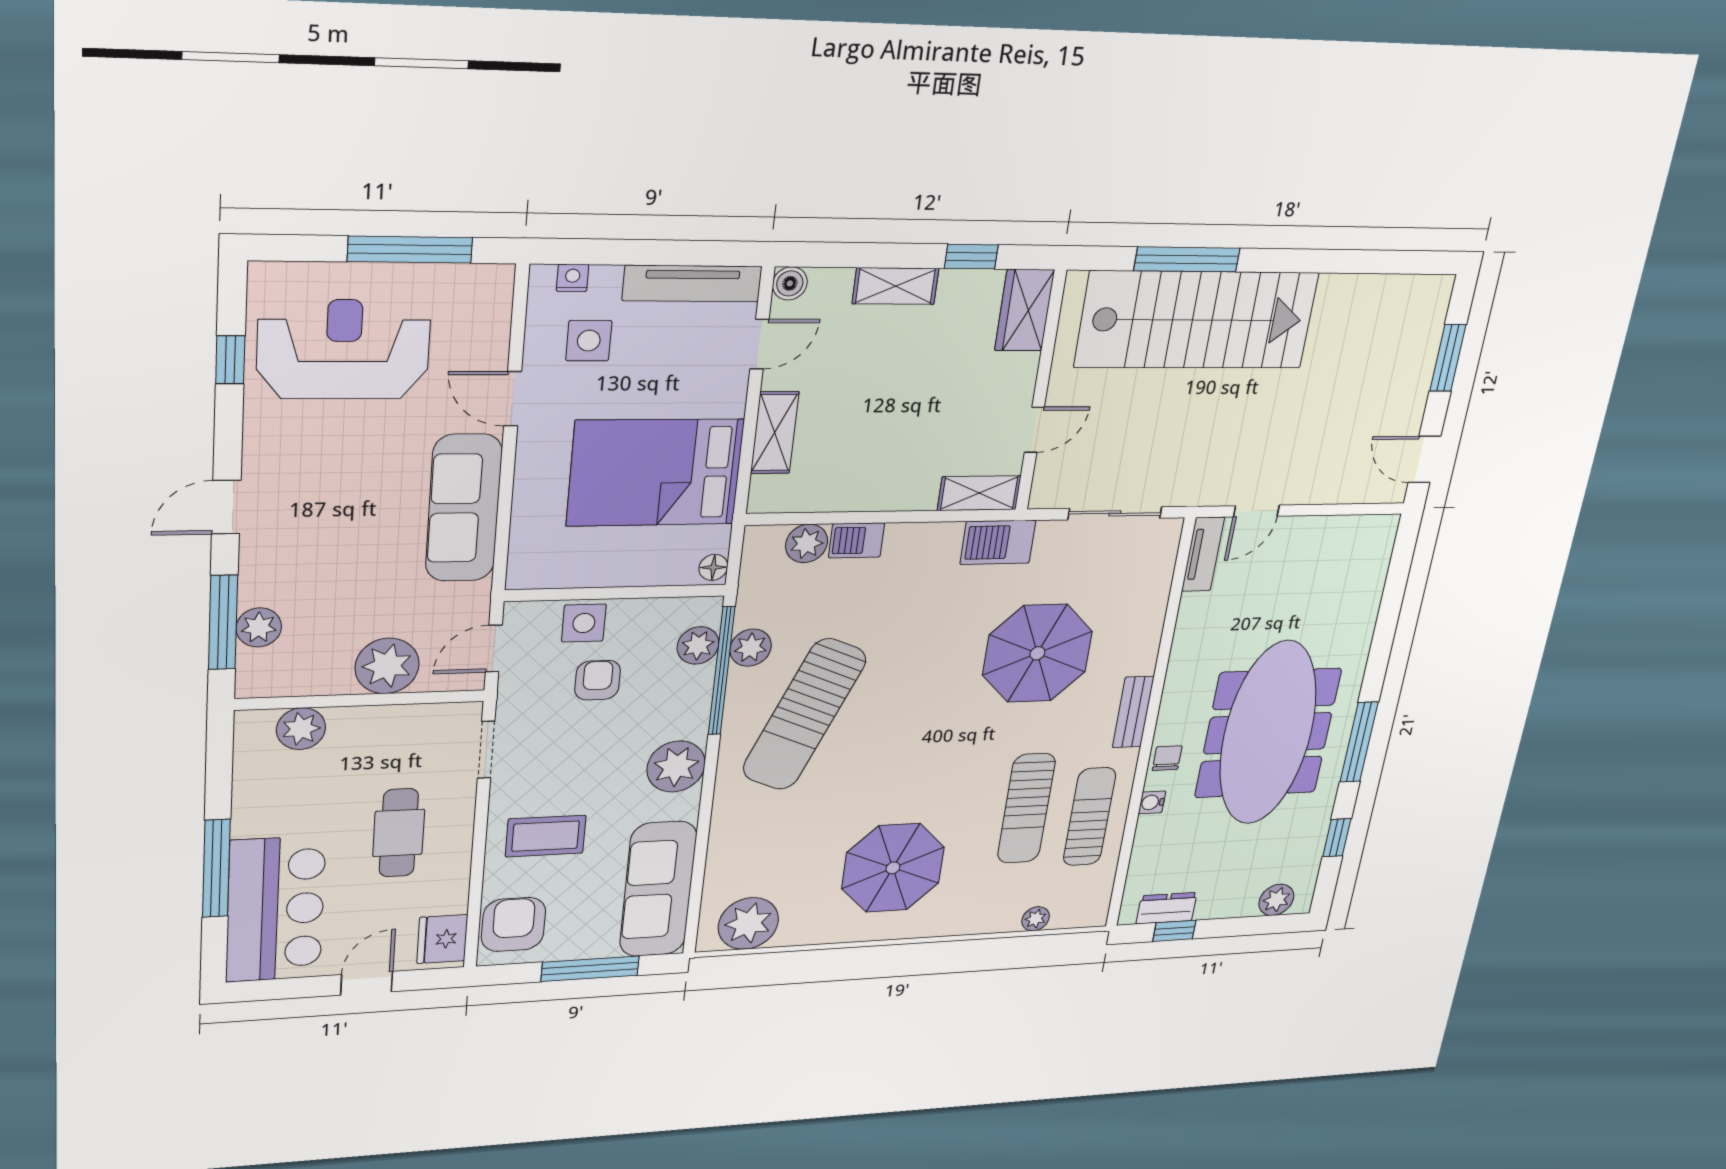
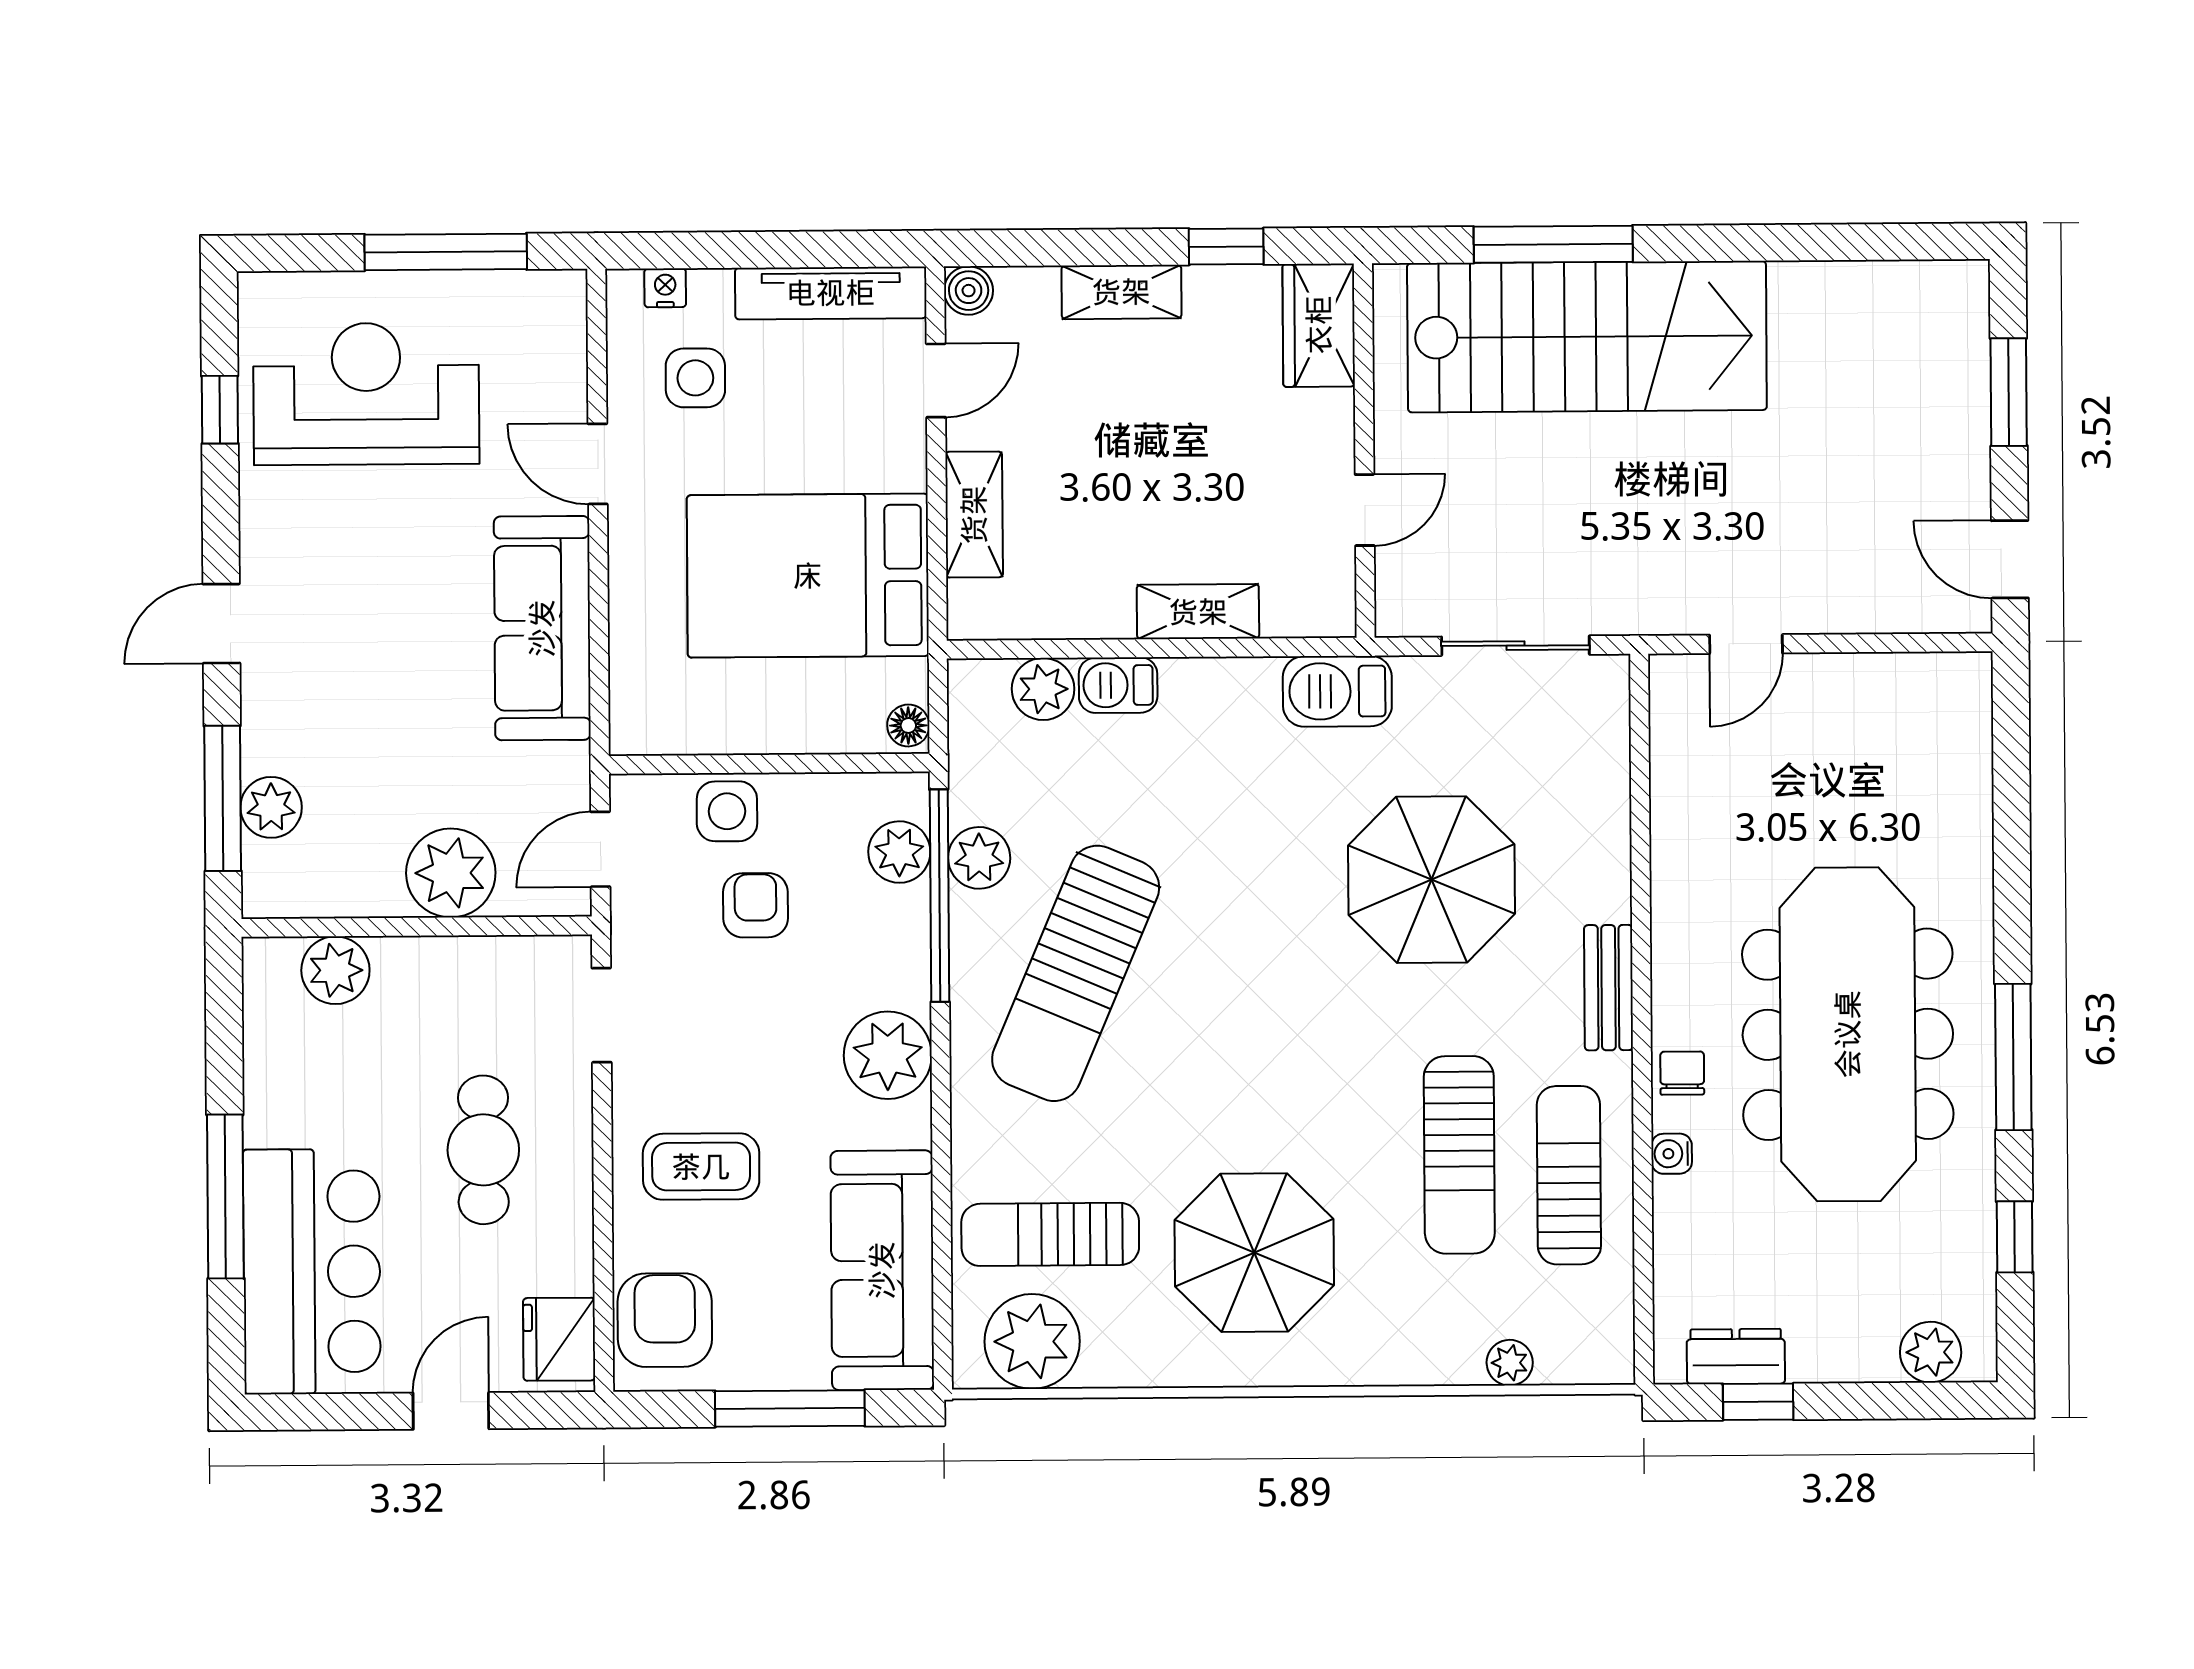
shelving: (979, 493) -> (1198, 612), moved
tv unit: (1203, 554) -> (1672, 716), removed
sun lounger: (768, 864) -> (1050, 1234), added

